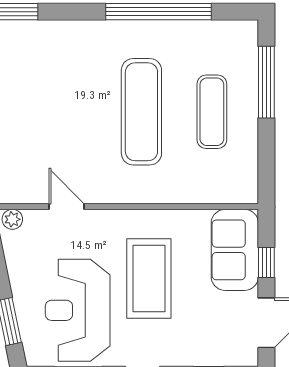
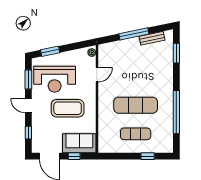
window: (266, 82) -> (148, 156), width x0.46
reception desk: (78, 310) -> (55, 79), turned 180

